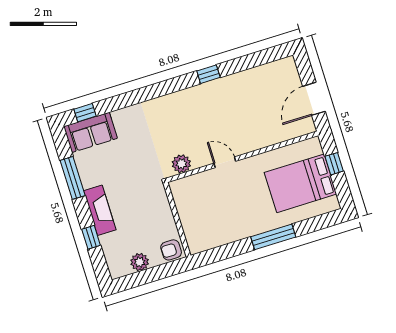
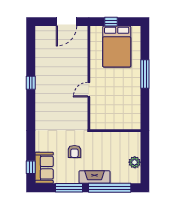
door: (314, 99) -> (67, 22), hinge flipped
plant: (181, 164) -> (81, 117), removed
window: (91, 237) -> (110, 188), width x3.17
armchair: (171, 250) -> (74, 151), moved

